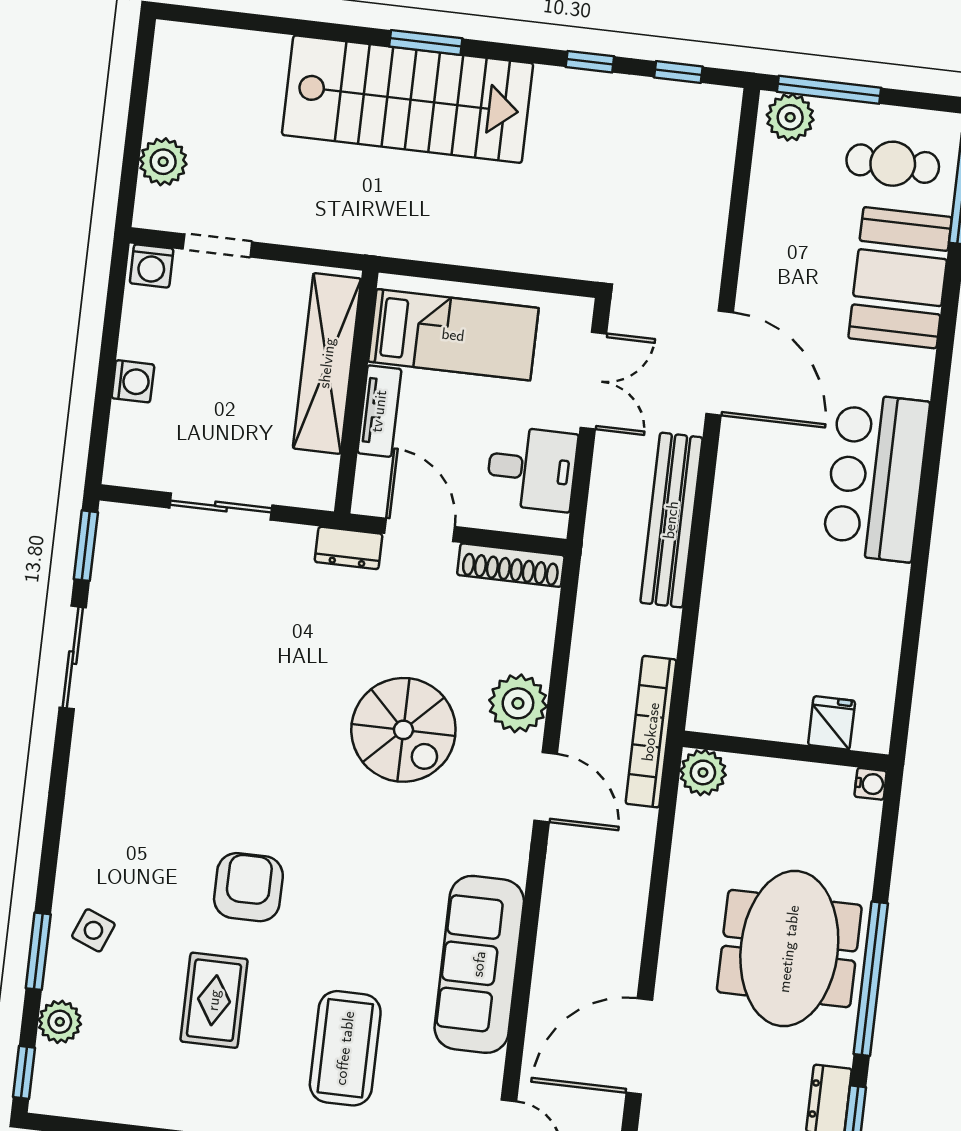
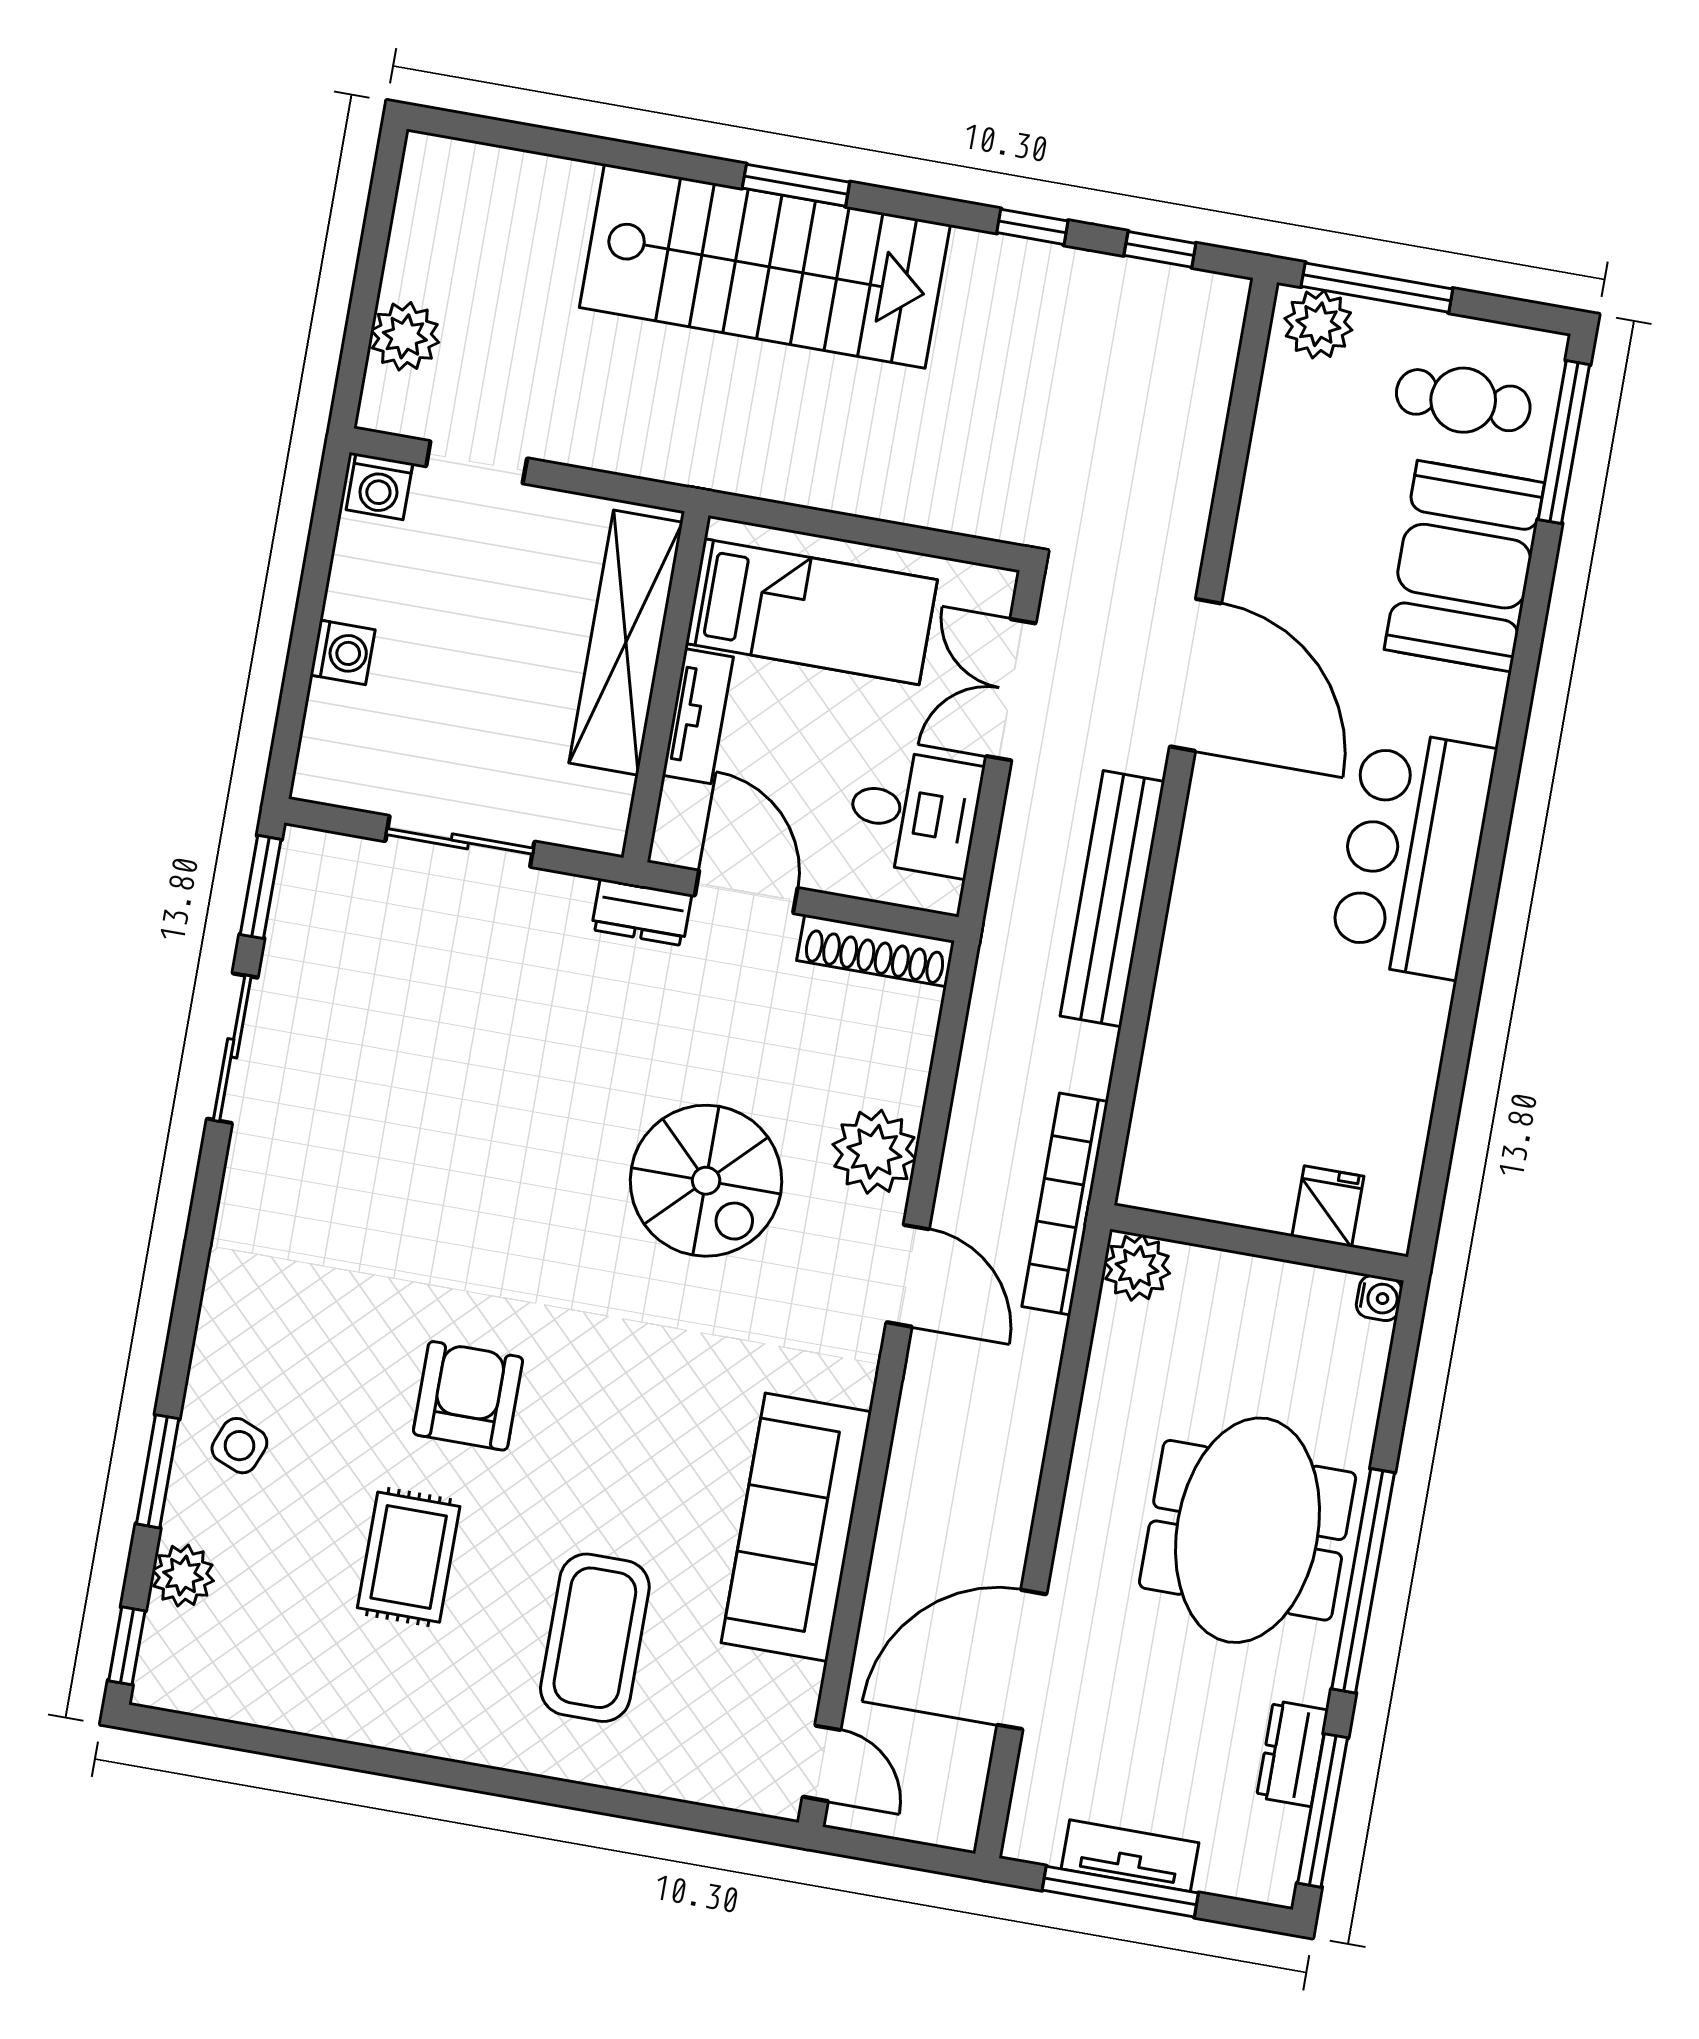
double door: (593, 381) -> (1011, 690), swing flipped

